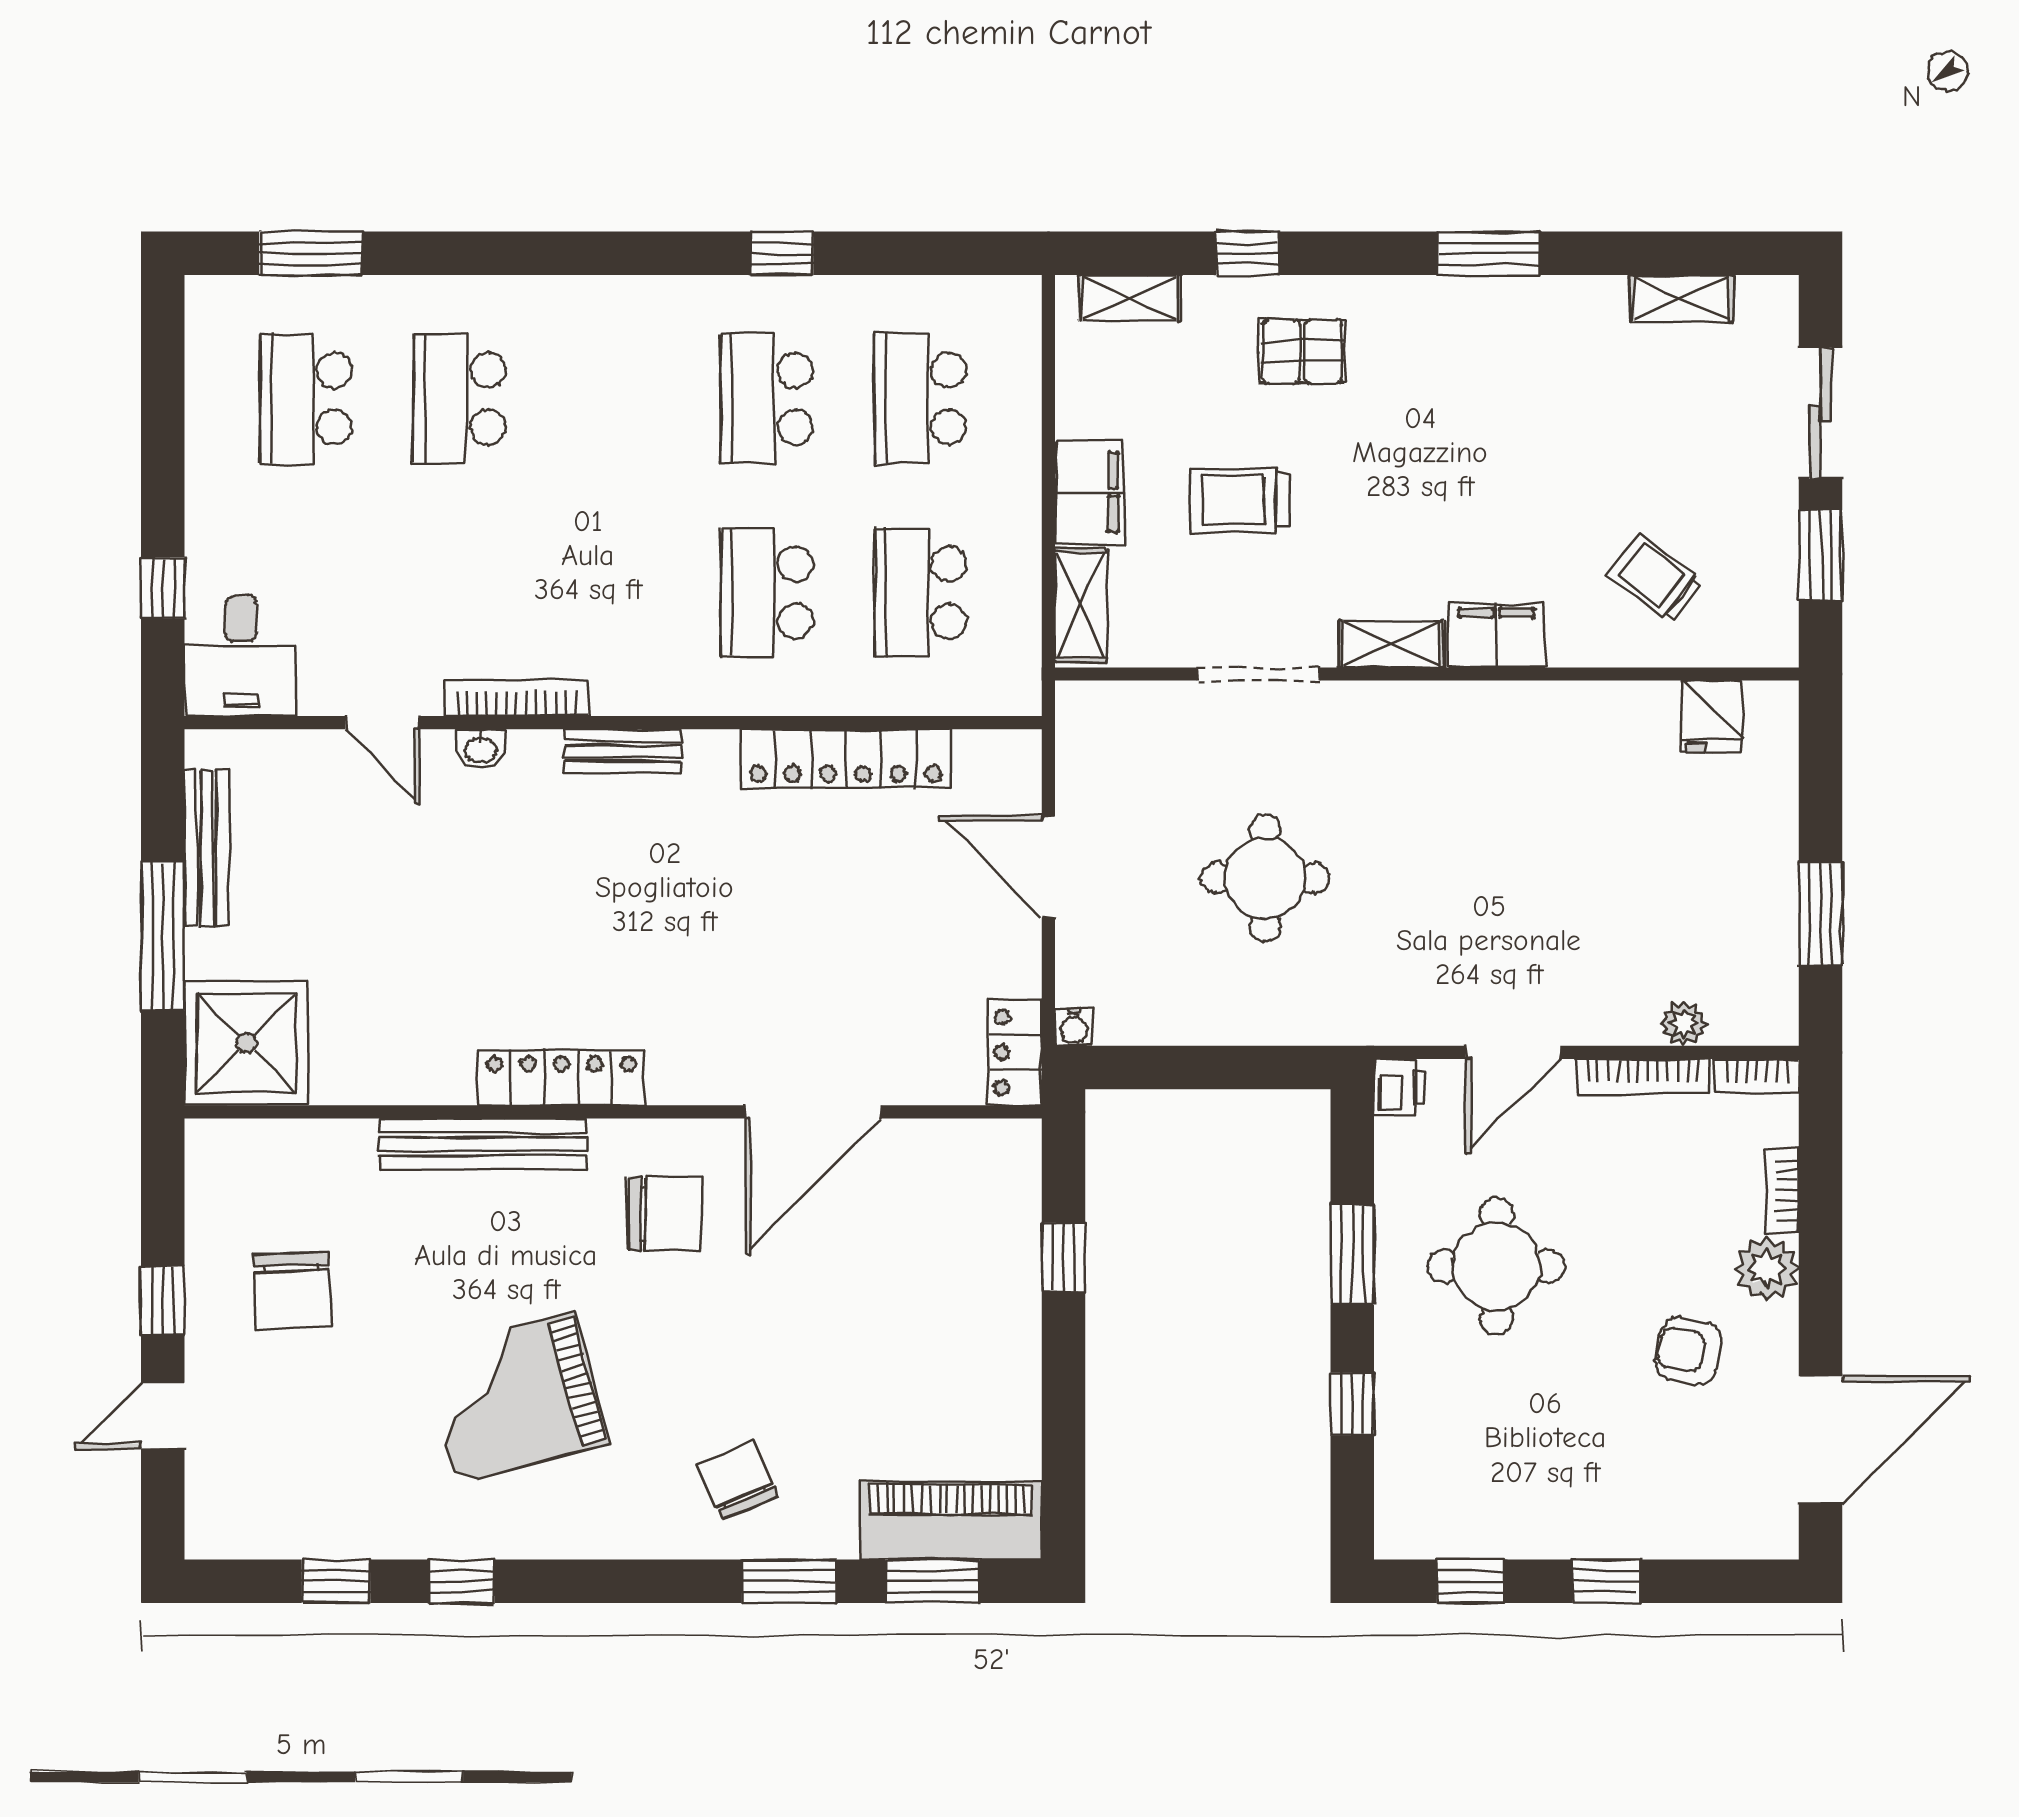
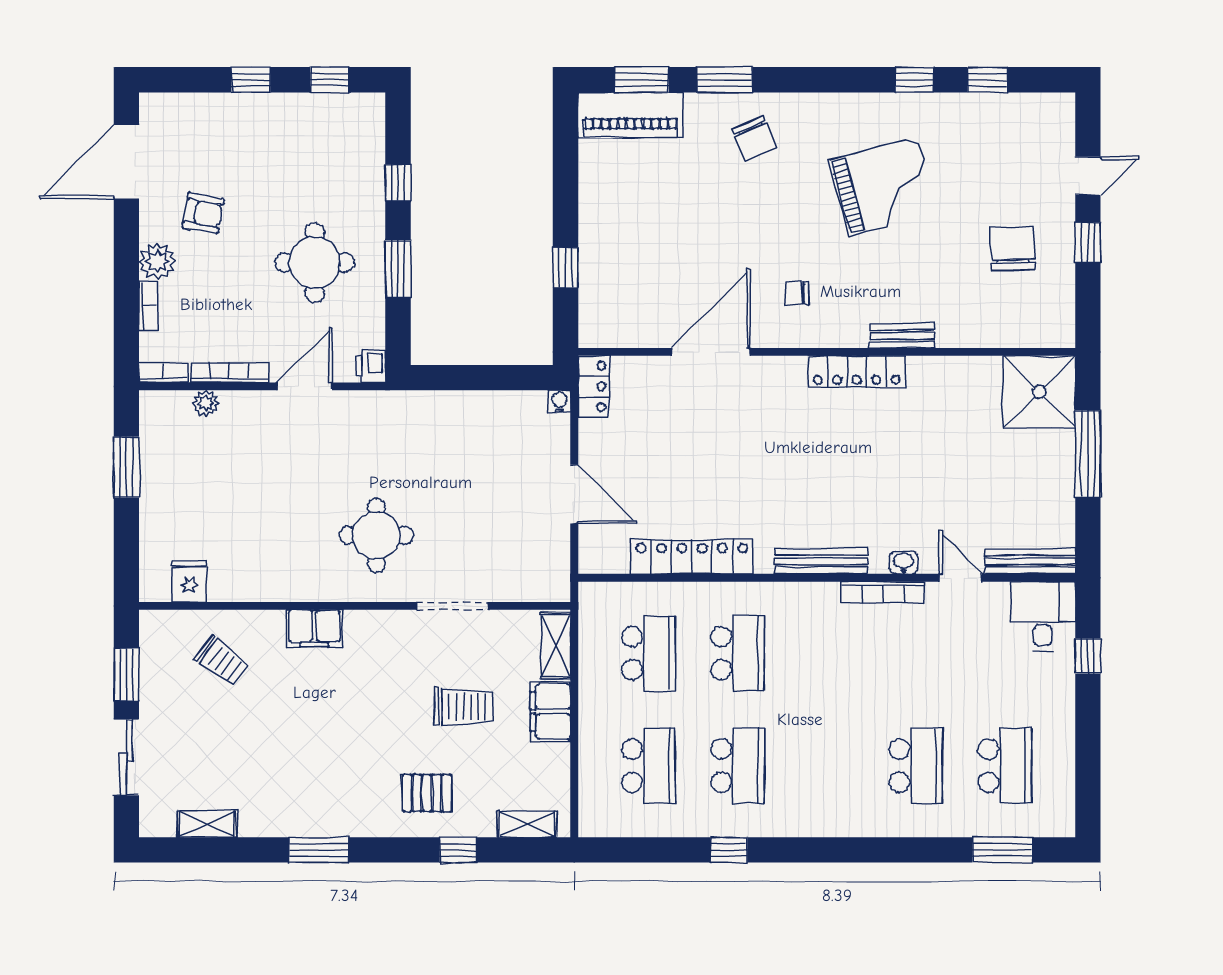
shelving: (1391, 644) -> (375, 623), removed
bench: (623, 751) -> (821, 561), width x1.36
bench: (206, 848) -> (1030, 561), moved, turned 90
round table: (1265, 878) -> (376, 535), moved
bench: (483, 1144) -> (902, 336), width x0.54, depth x0.82
chair: (665, 1214) -> (797, 293), width x0.54, depth x0.54

